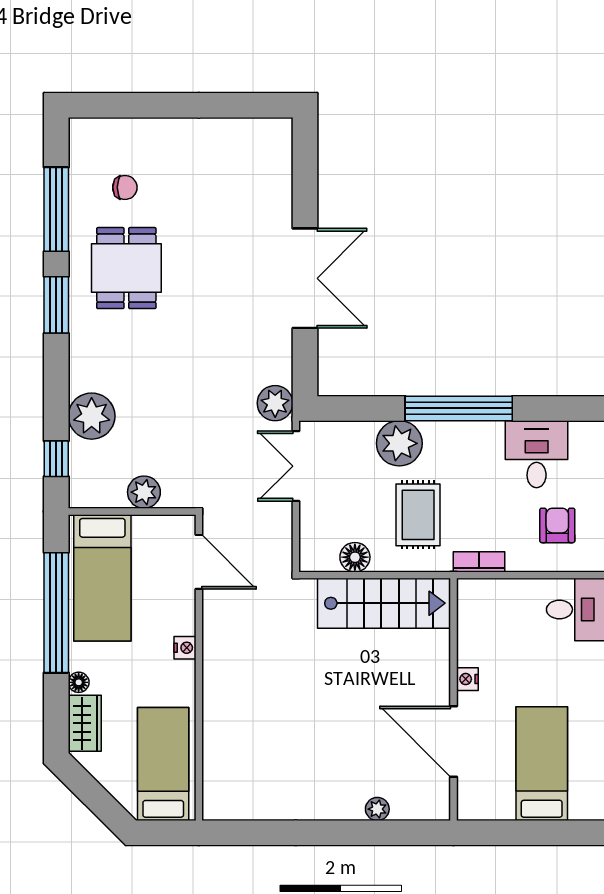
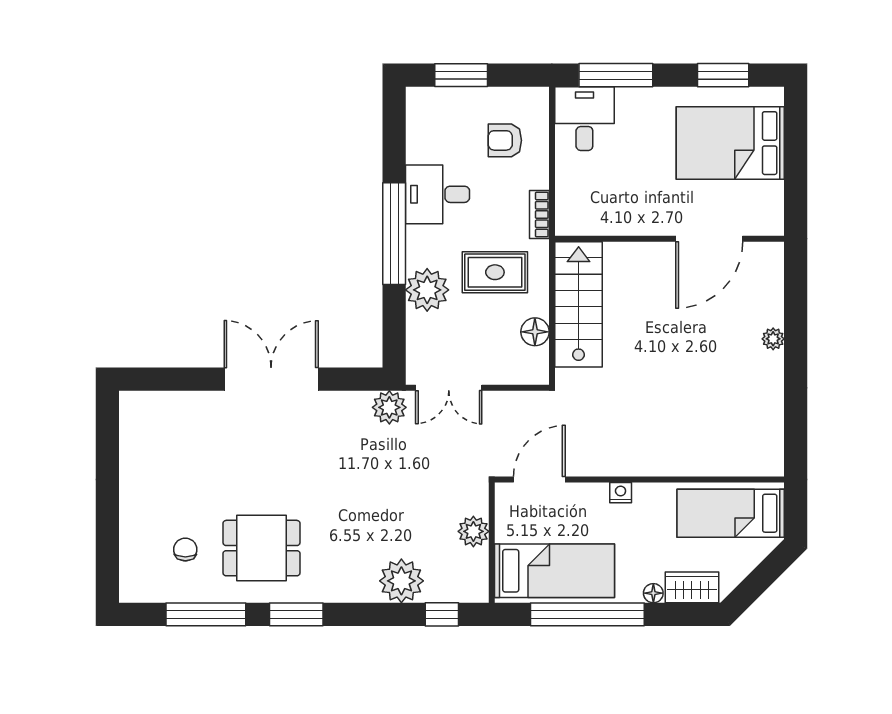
desk: (537, 454) -> (437, 194), moved
nightstand: (467, 679) -> (650, 226), removed
bed: (542, 764) -> (730, 143), width x1.50
plant: (377, 809) -> (773, 339), moved

